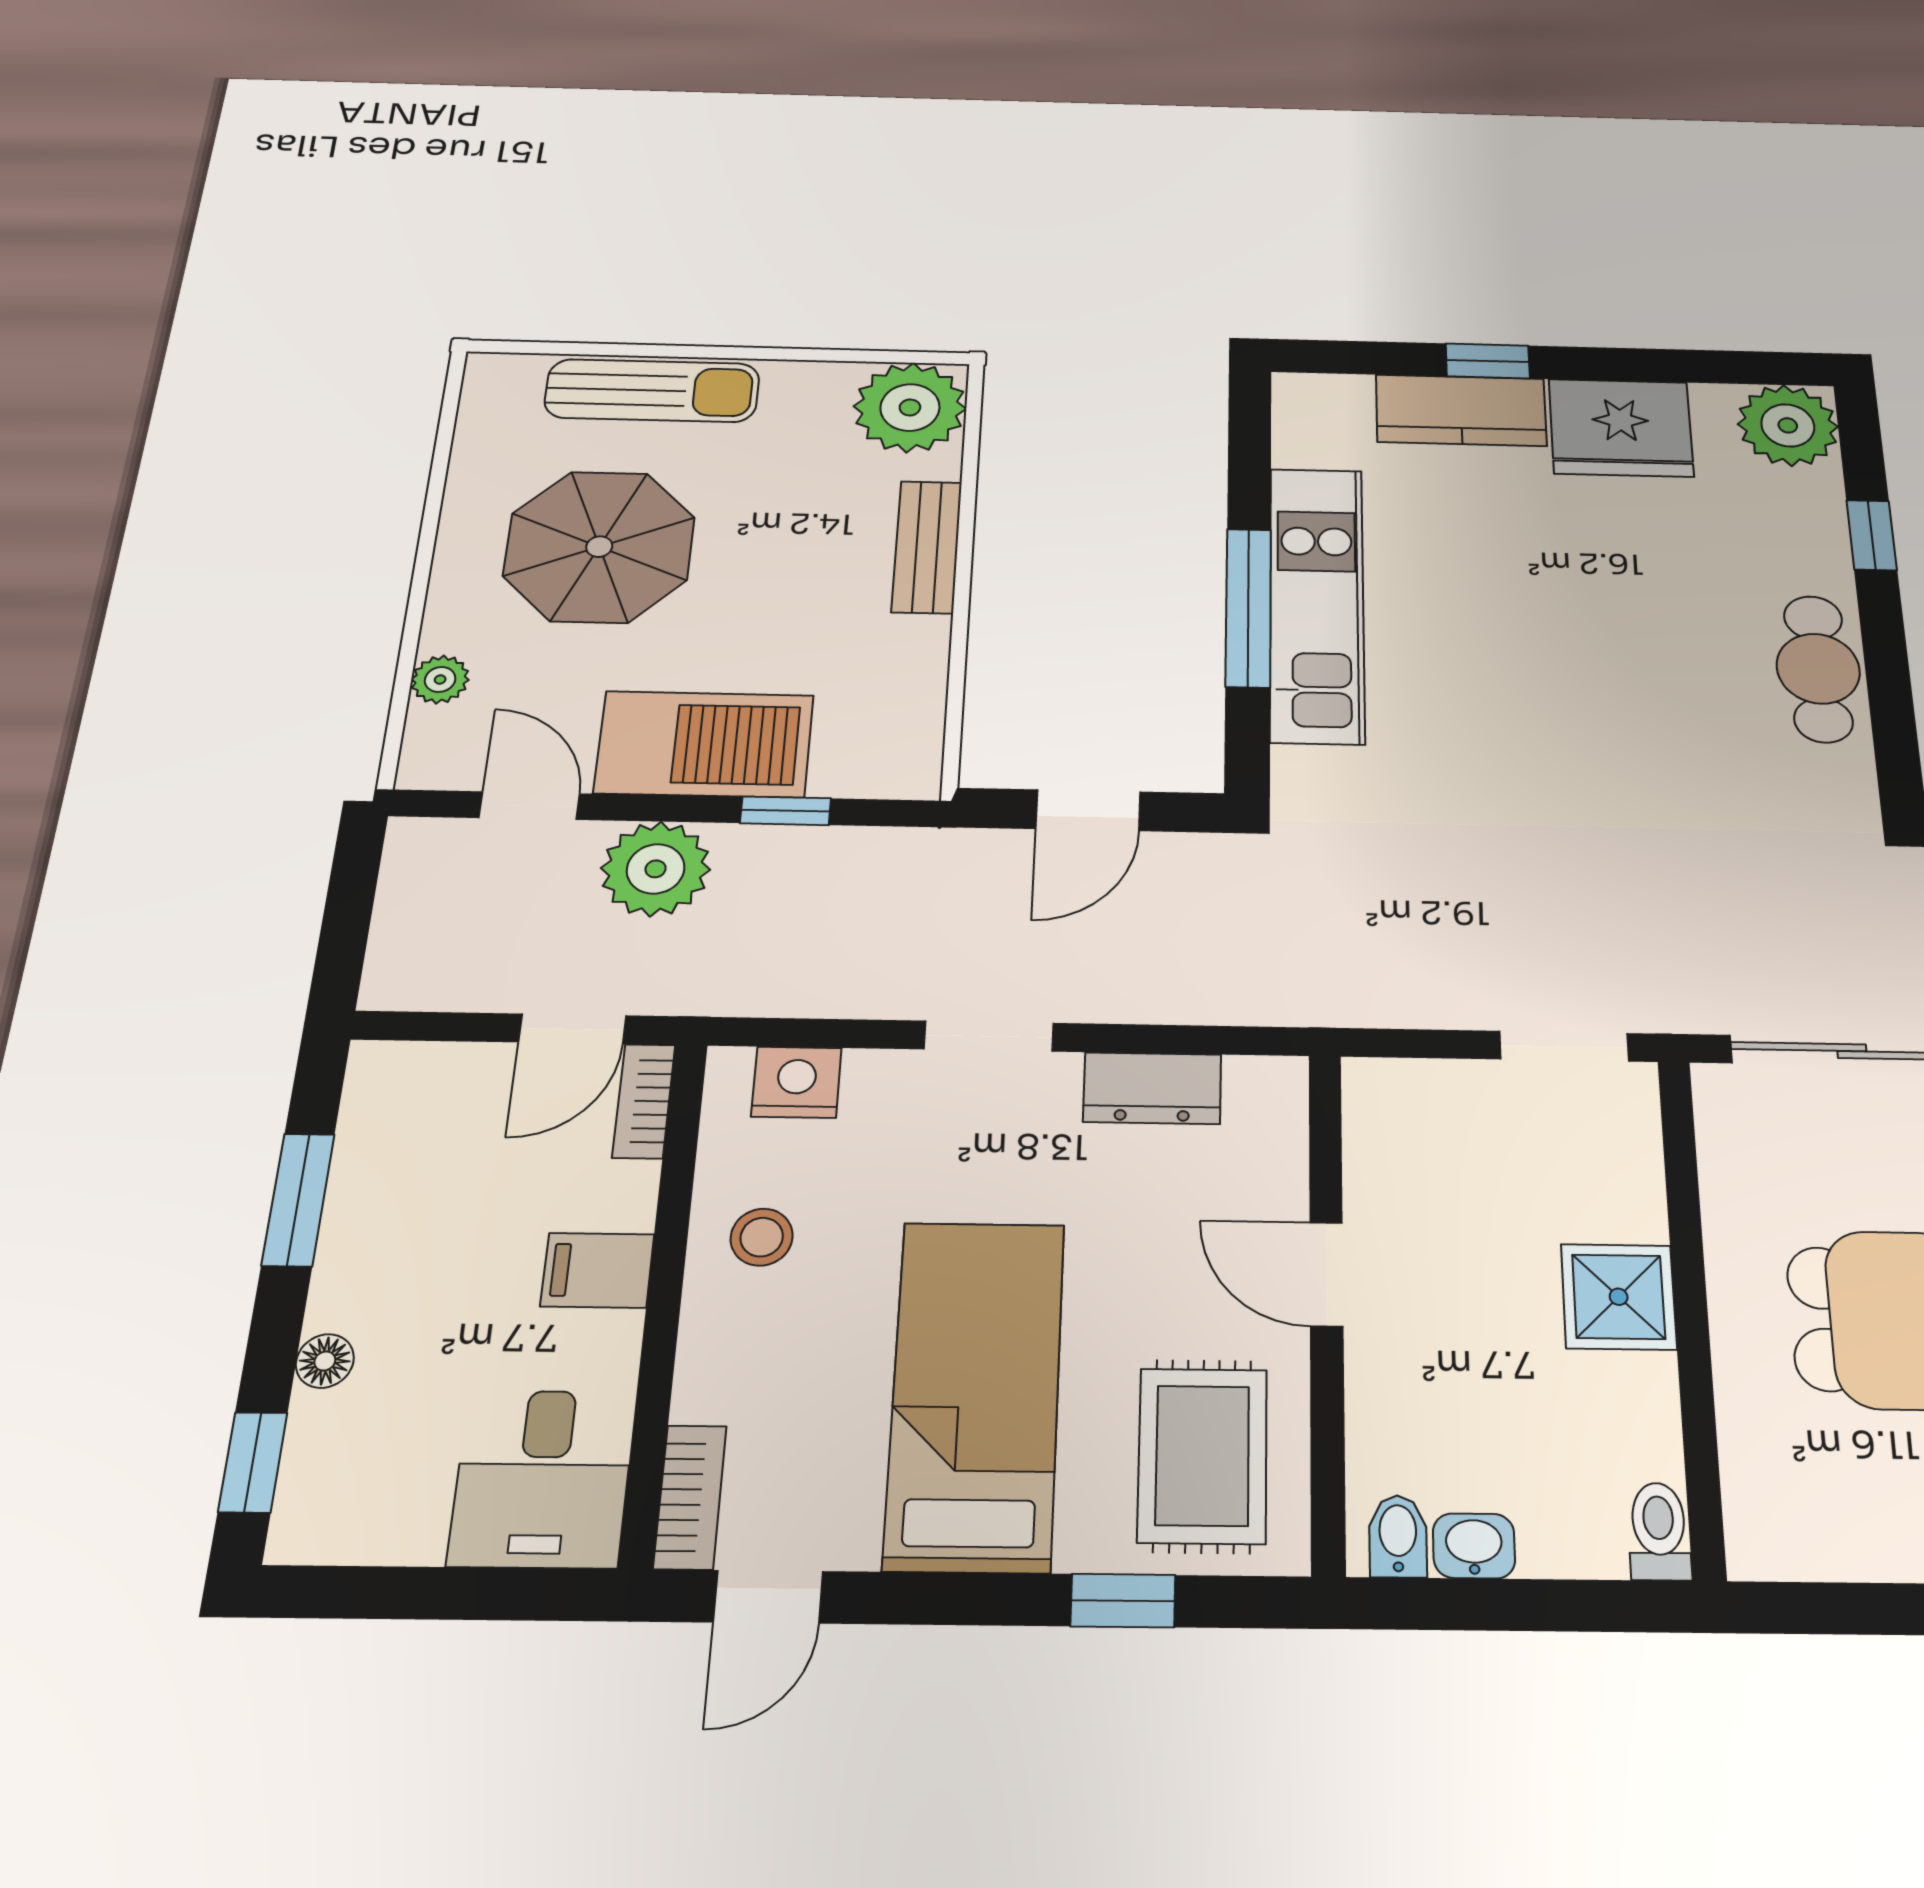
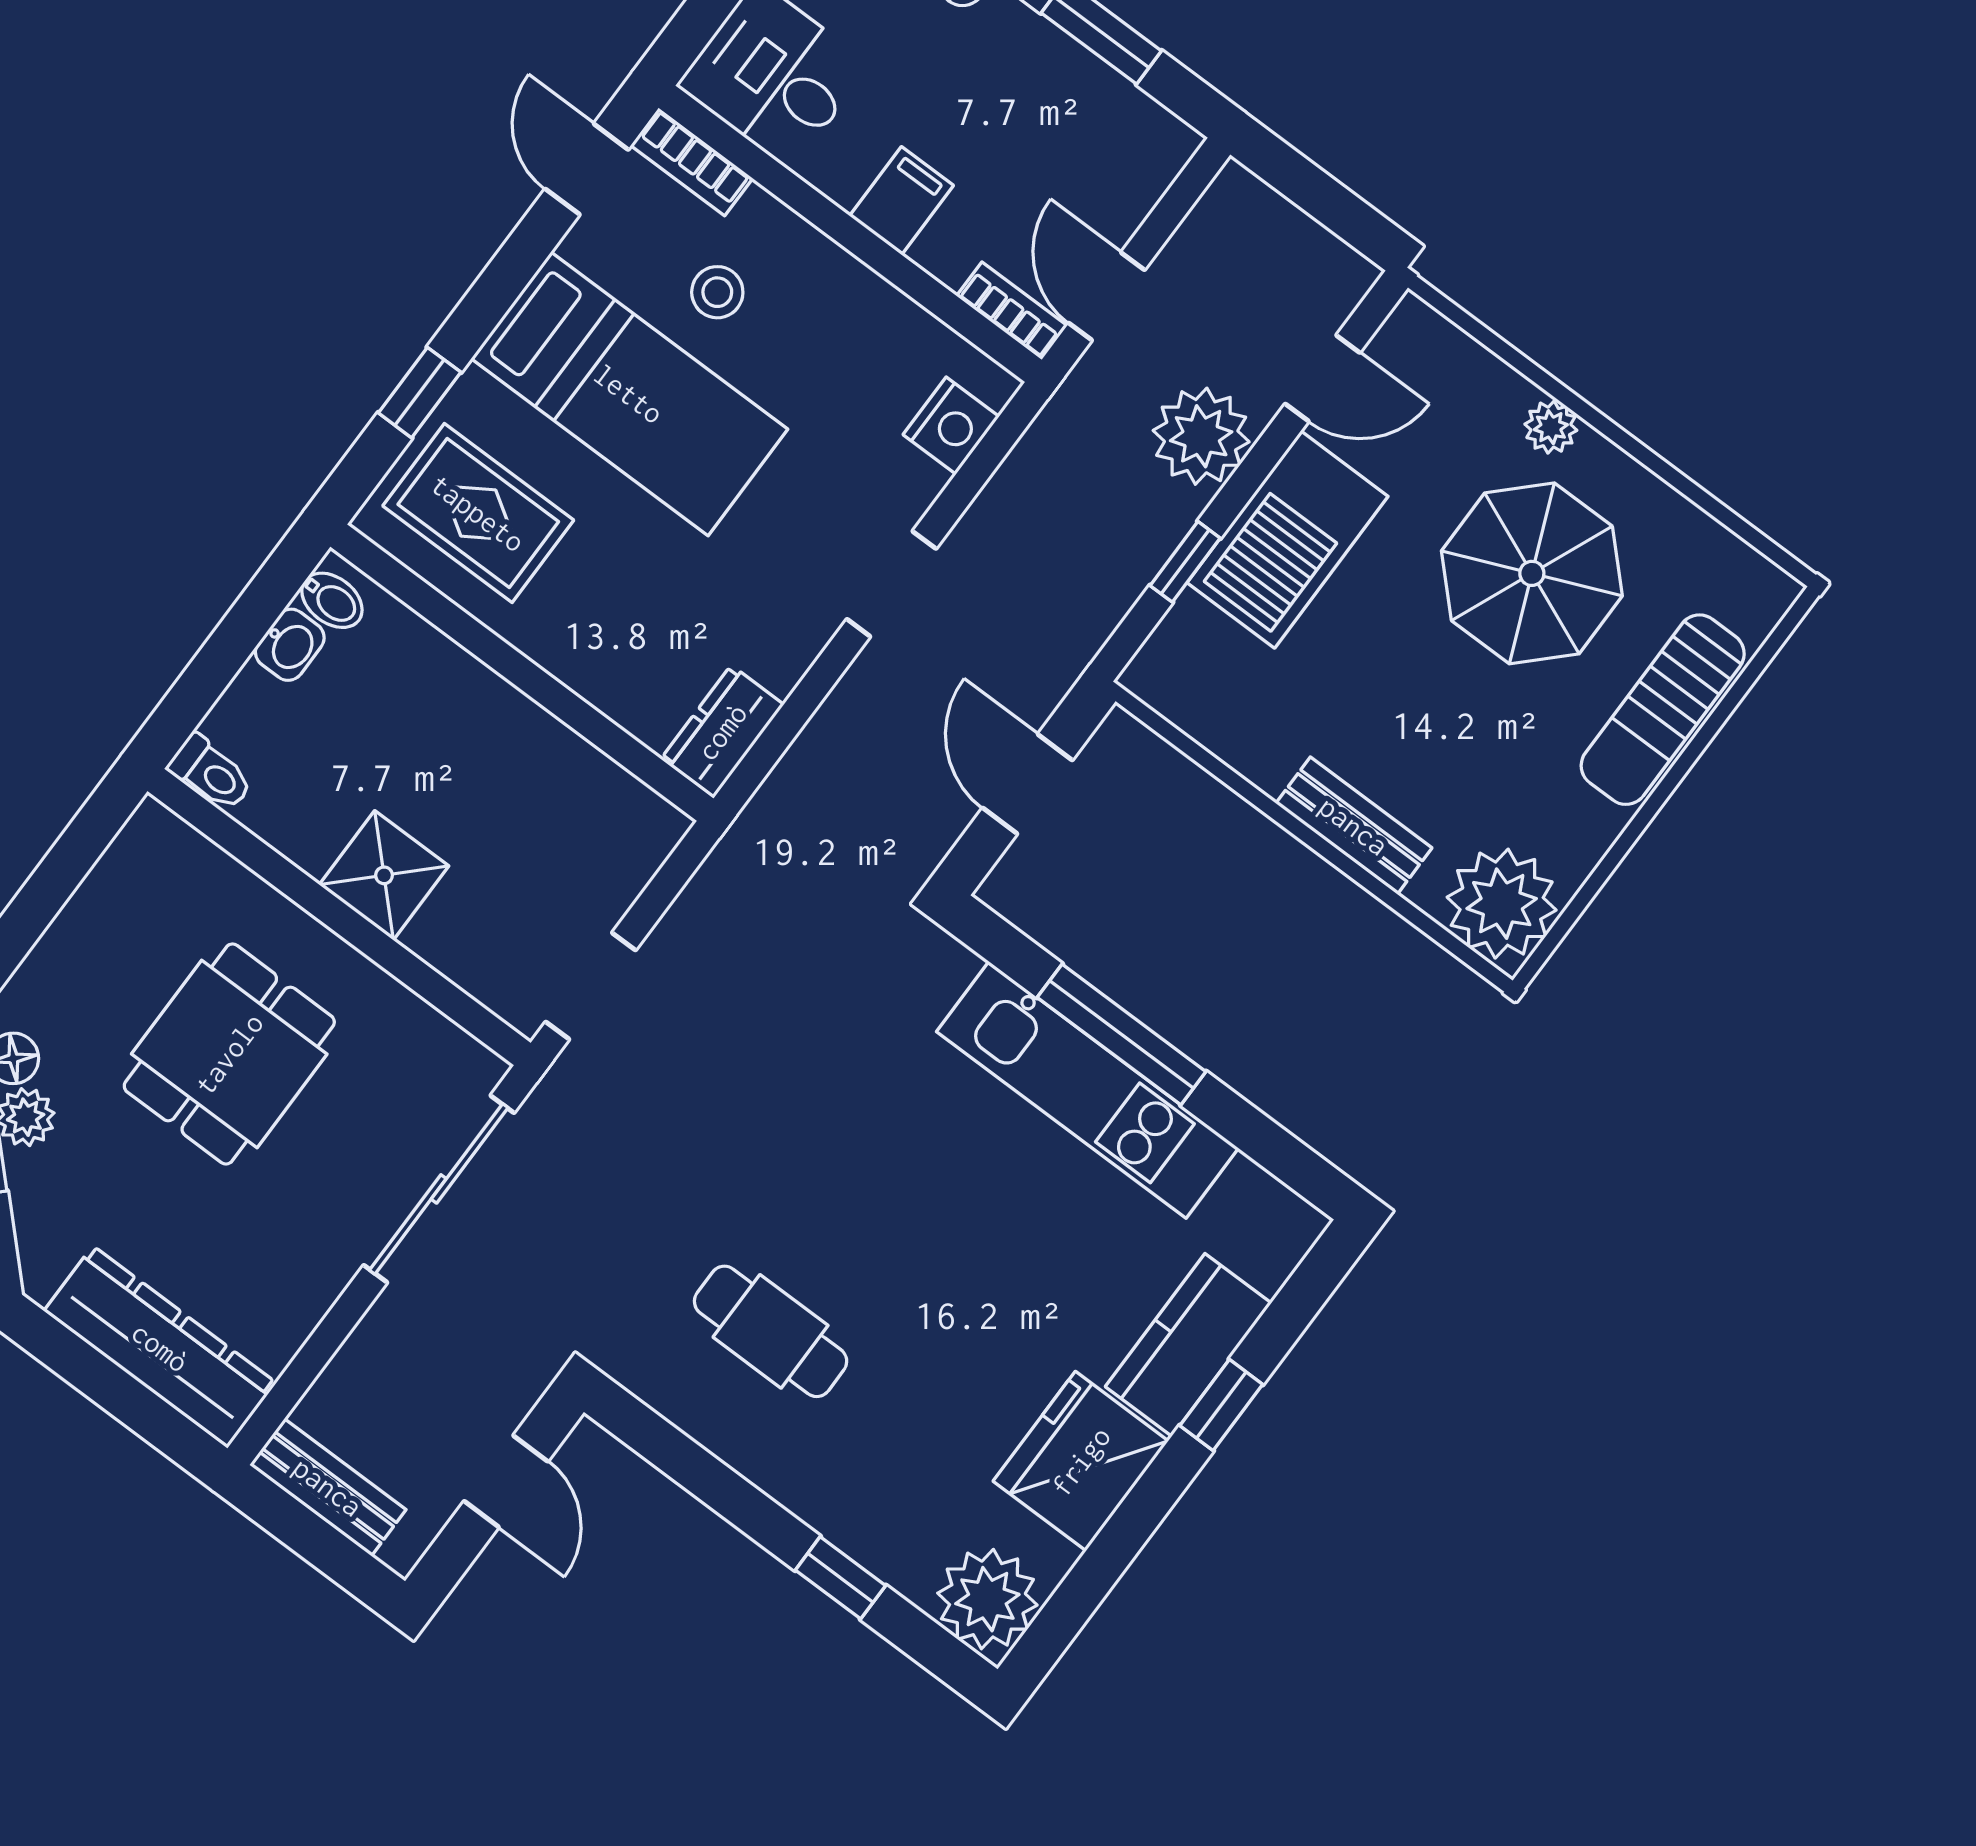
cafe table: (1818, 669) -> (771, 1331), moved
plant: (440, 679) -> (1551, 427), moved
dresser: (1152, 1088) -> (722, 732), moved
stool: (762, 1237) -> (717, 292), moved
door: (1326, 1274) -> (544, 689), removed

